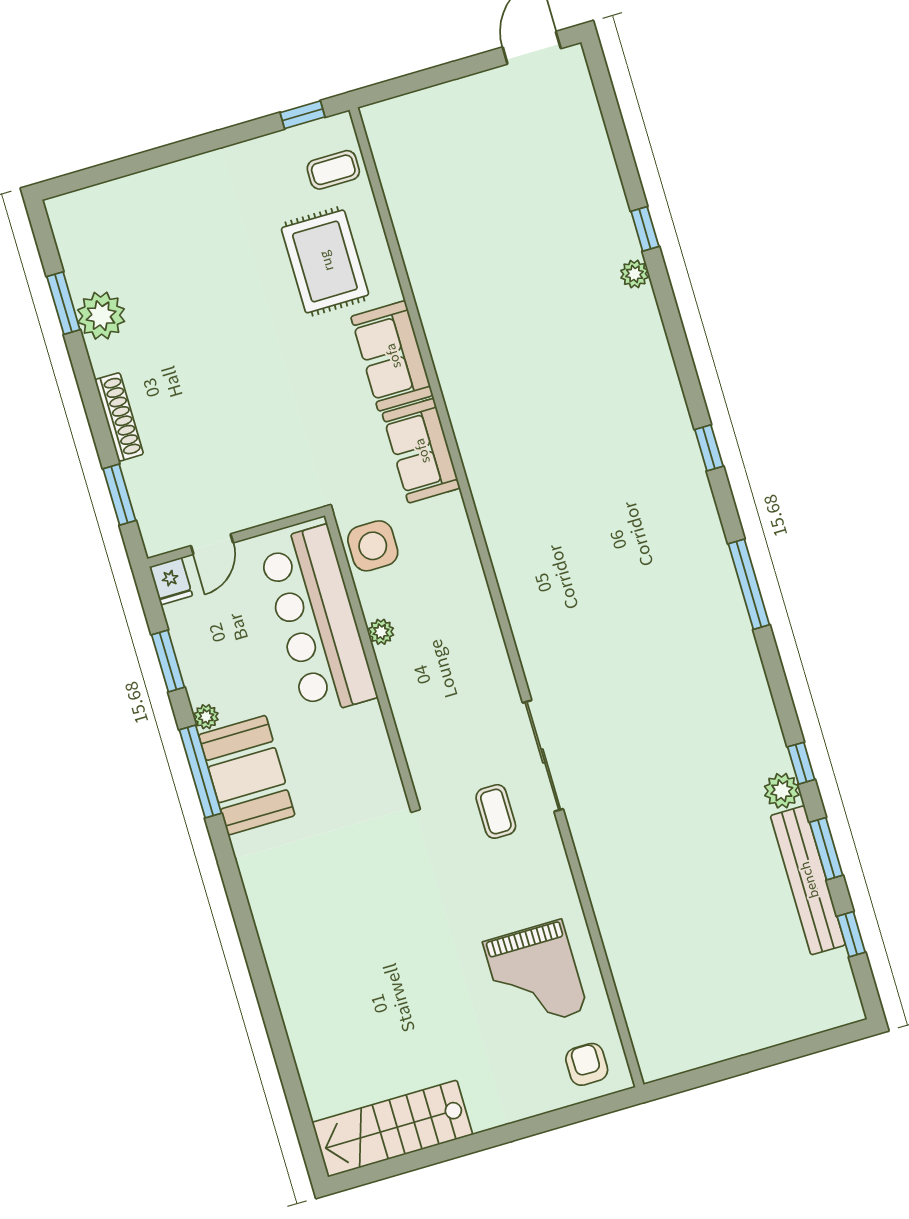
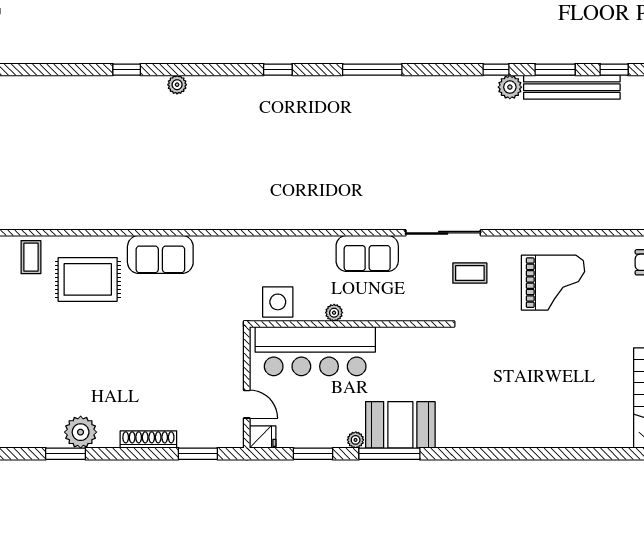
plant: (634, 274) -> (177, 85), moved
sofa: (421, 451) -> (367, 253), moved
grand piano: (535, 976) -> (553, 283), moved

